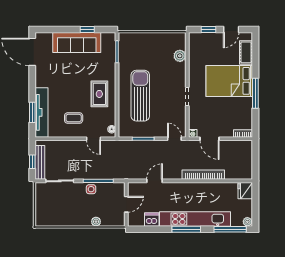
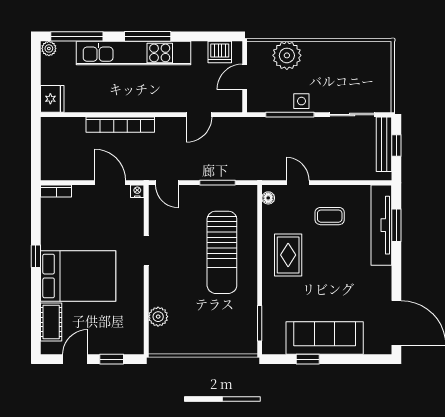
window: (255, 93) -> (36, 256), width x0.46
dishwasher: (152, 220) -> (220, 52), moved
plant: (96, 222) -> (287, 55), width x1.87, depth x1.87

